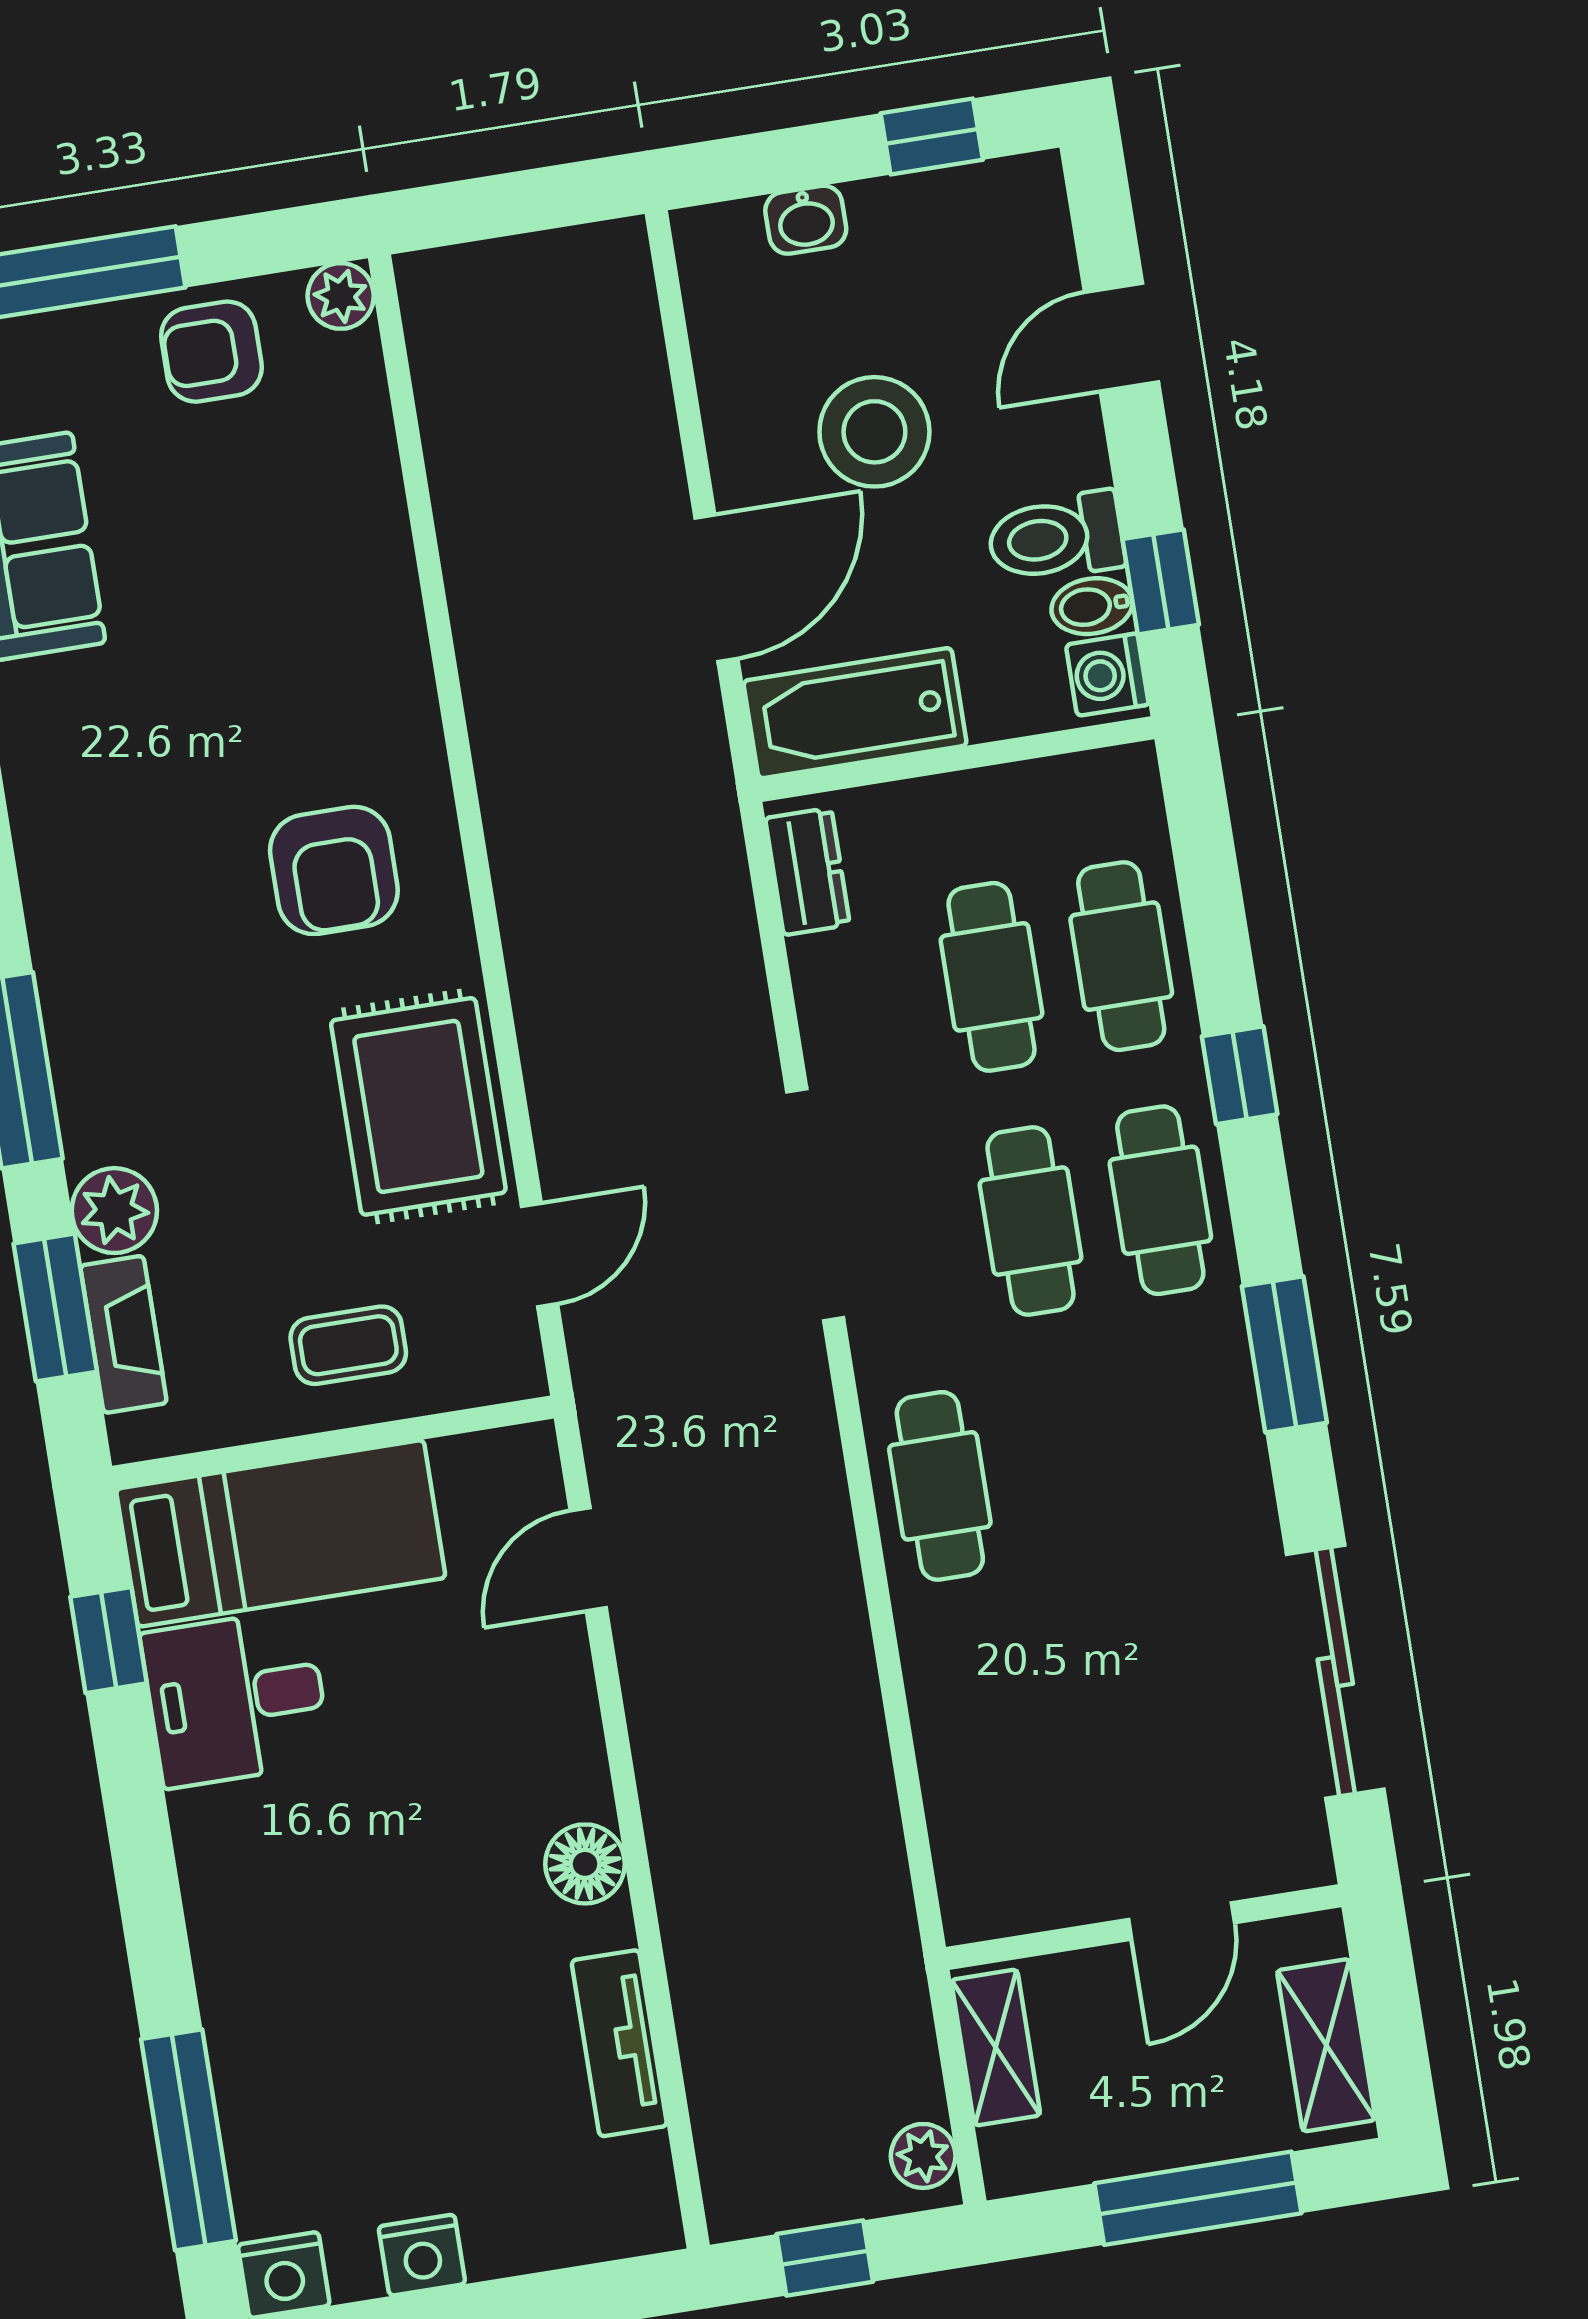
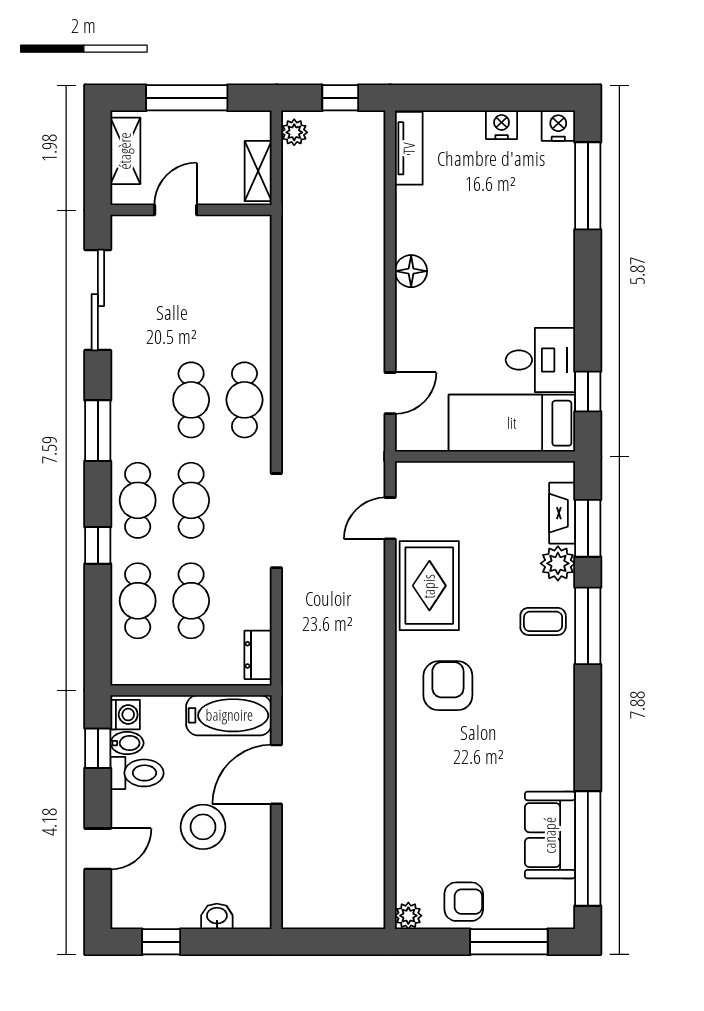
coffee table: (348, 1345) -> (543, 621), moved
cafe table: (1070, 1465) -> (191, 400), added
tv unit: (619, 2043) -> (409, 148), moved

